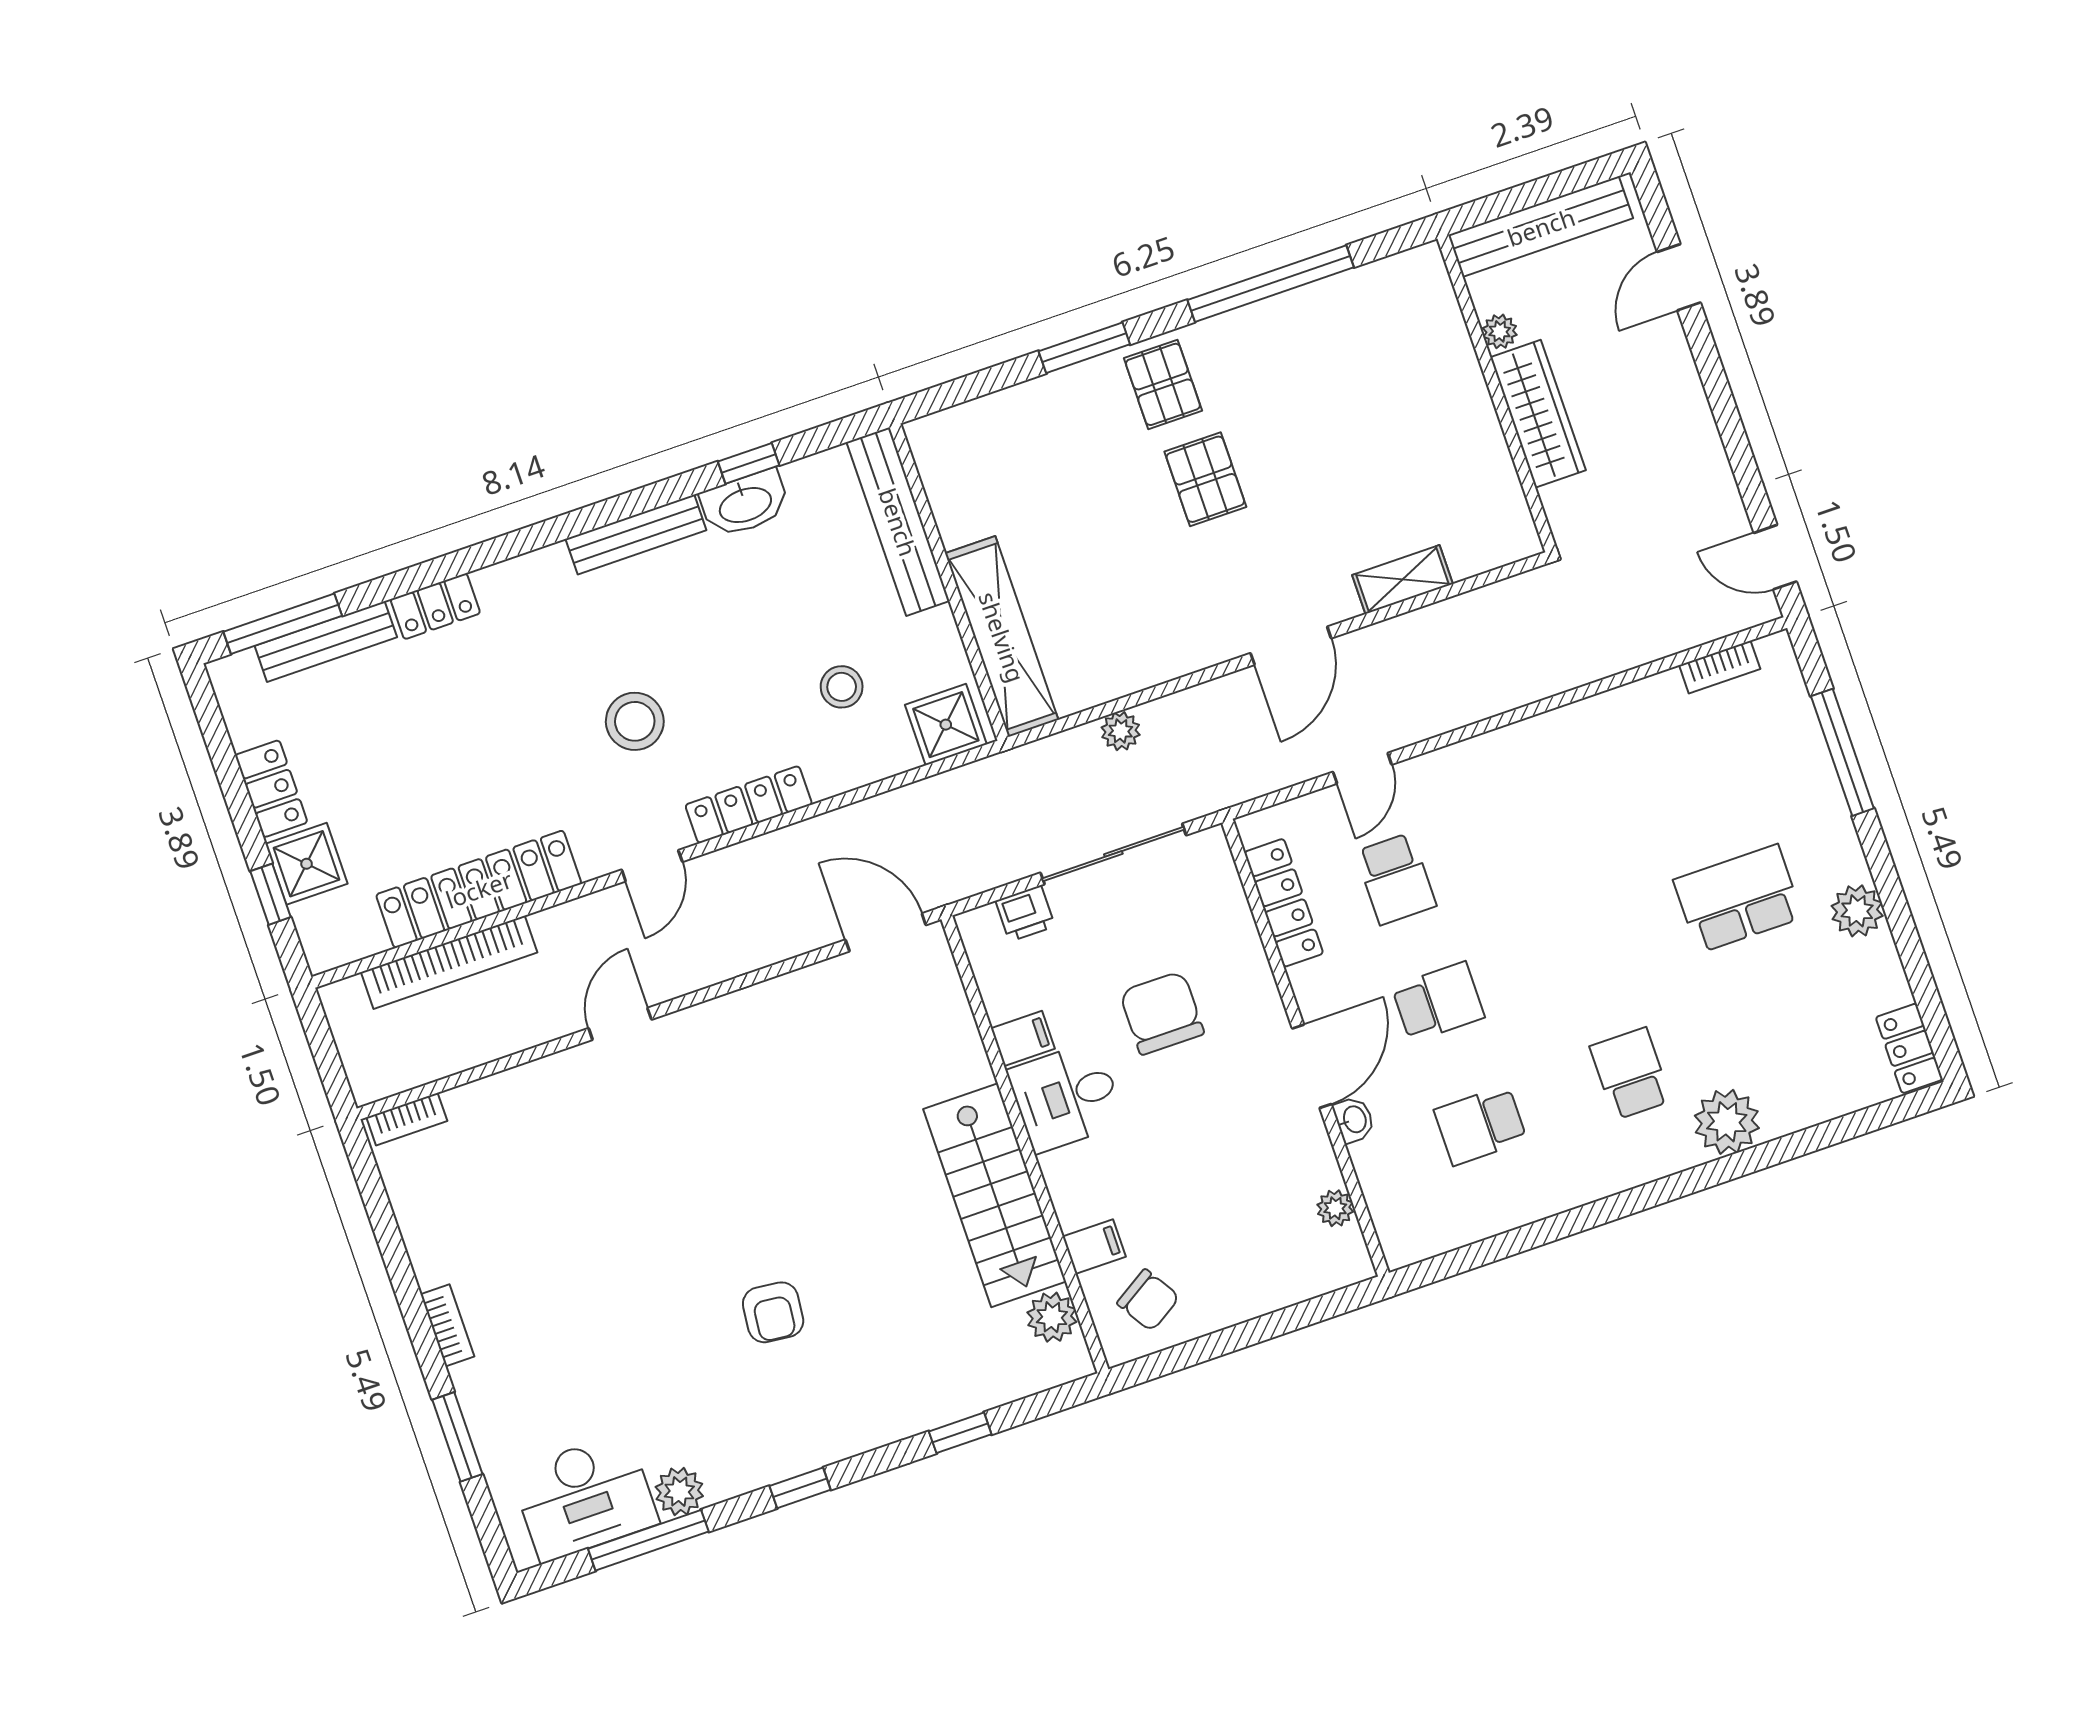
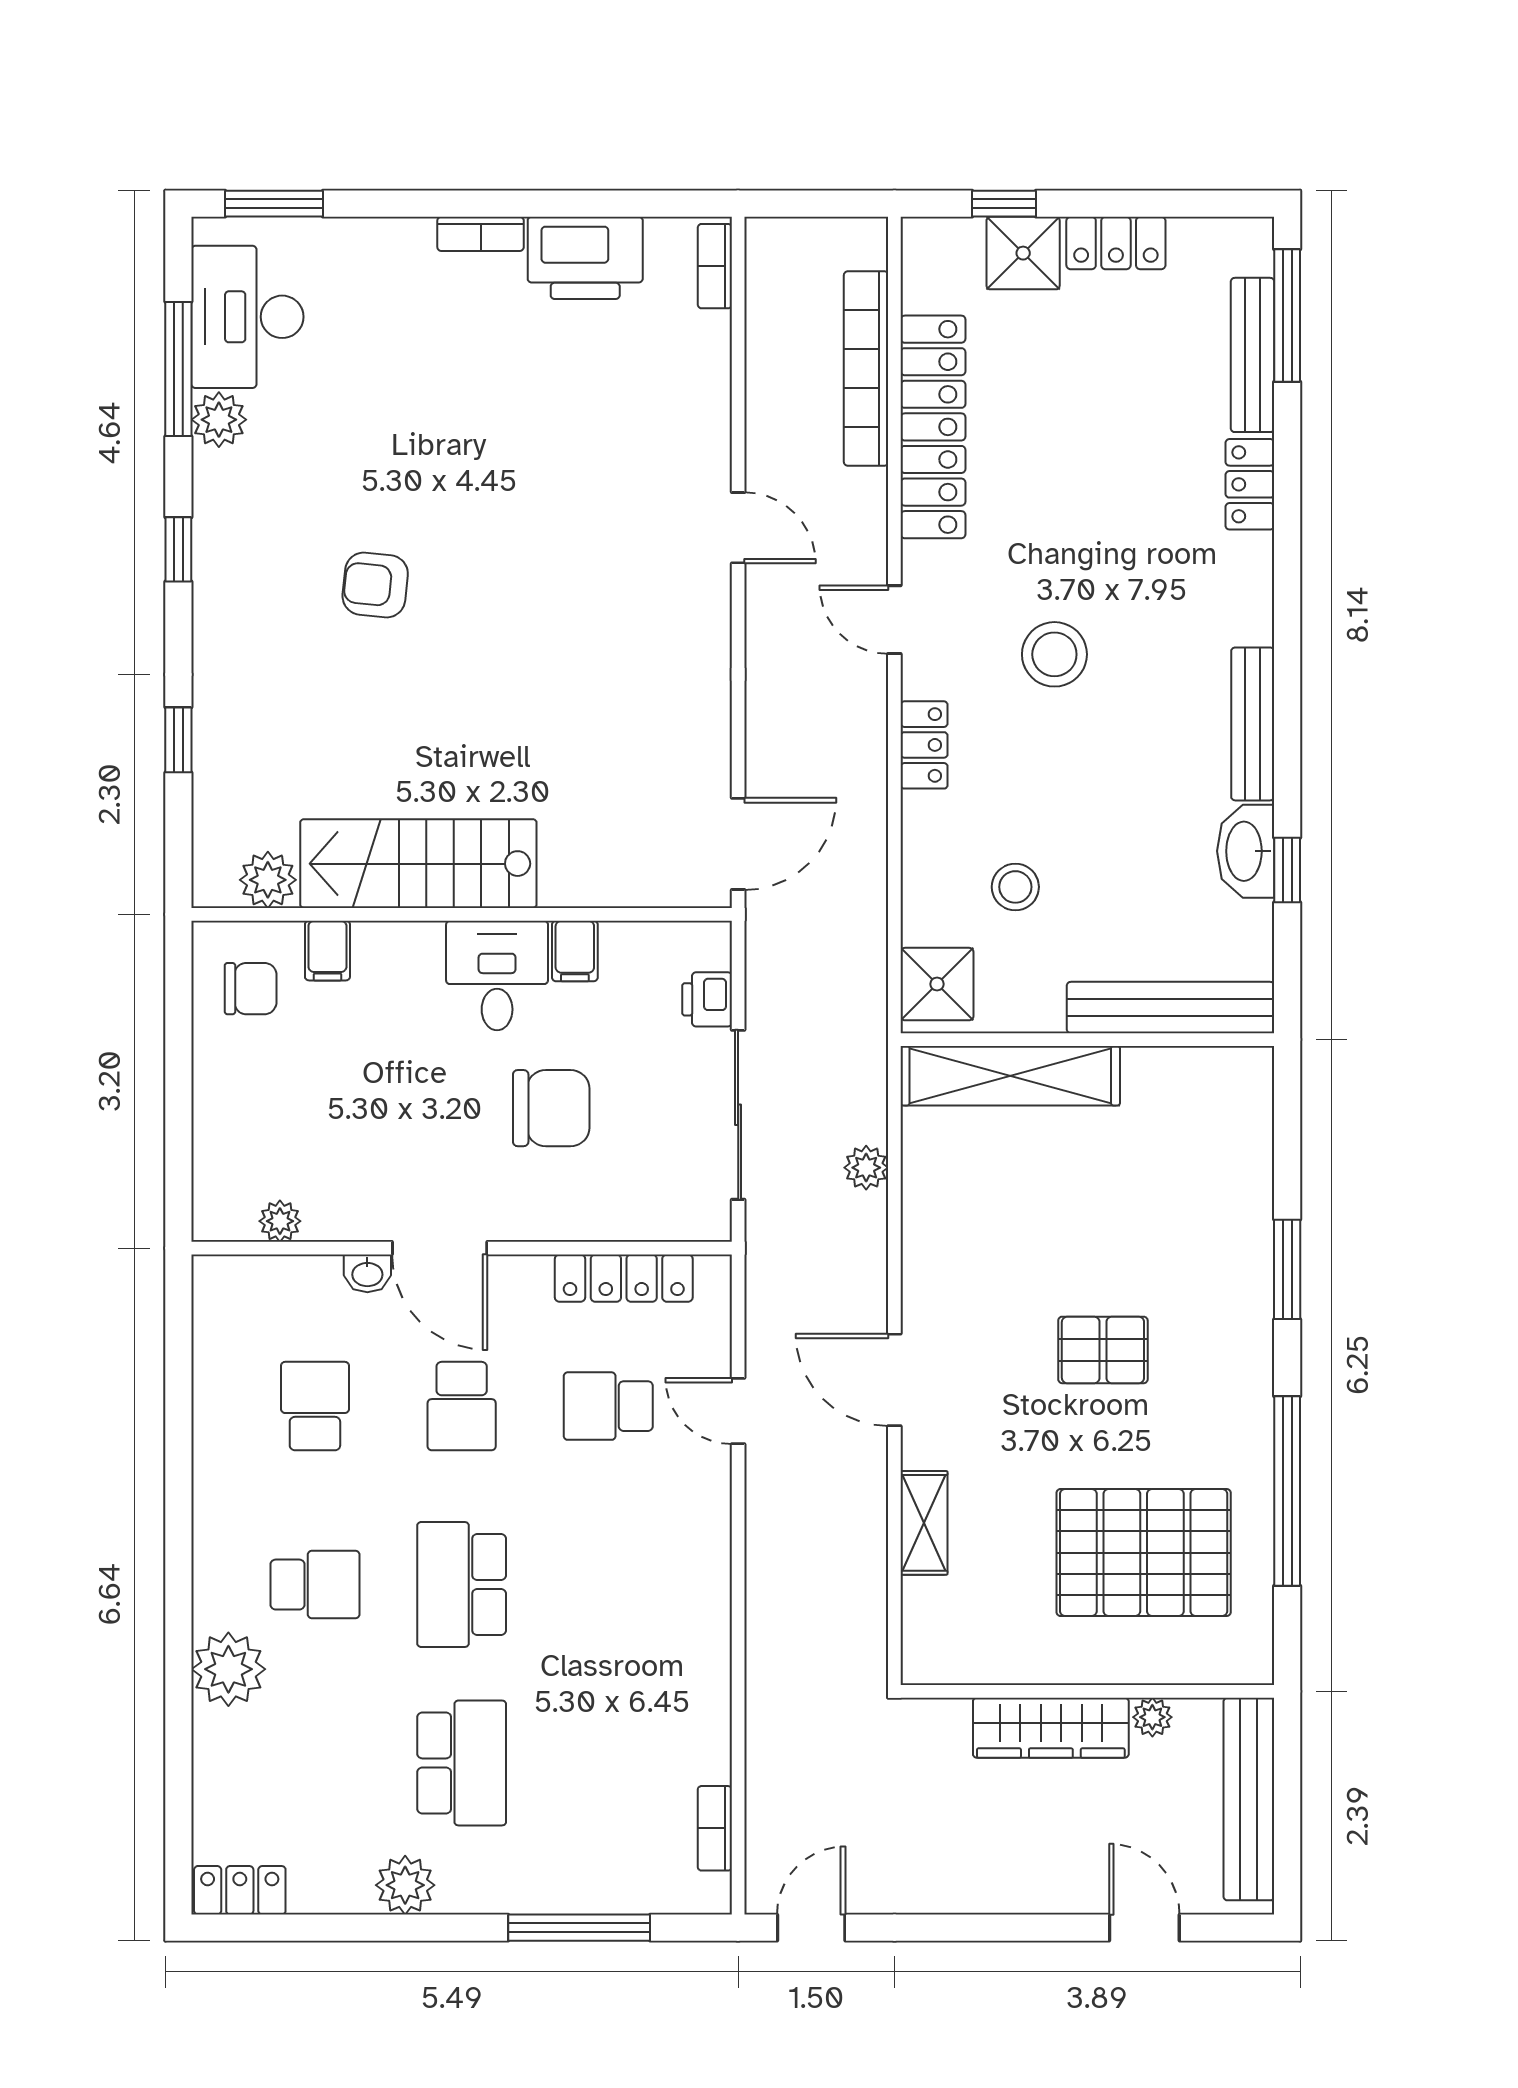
pallet: (1163, 384) -> (1144, 1553), moved, width x2.05, depth x2.00
locker: (749, 805) -> (924, 745), width x0.66
school desk: (1588, 950) -> (462, 1585), added
printer: (437, 1230) -> (585, 258), added
chair: (1148, 1300) -> (251, 989), turned -148
window: (457, 1437) -> (274, 204), moved

